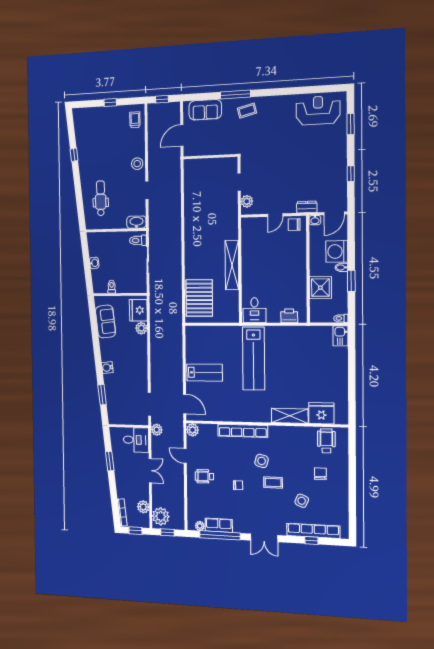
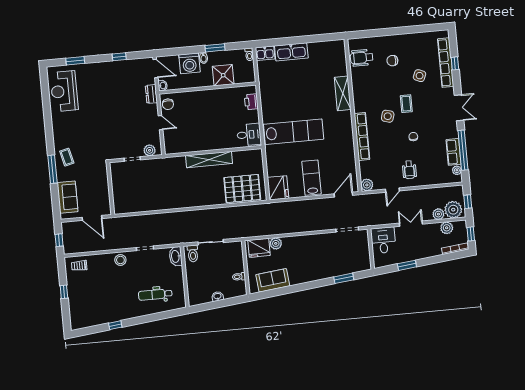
kitchen sink: (339, 365) -> (291, 52), added
water cooler: (107, 368) -> (317, 275), removed
fridge: (321, 413) -> (278, 188), moved, turned 180
plant: (157, 430) -> (438, 214), moved

